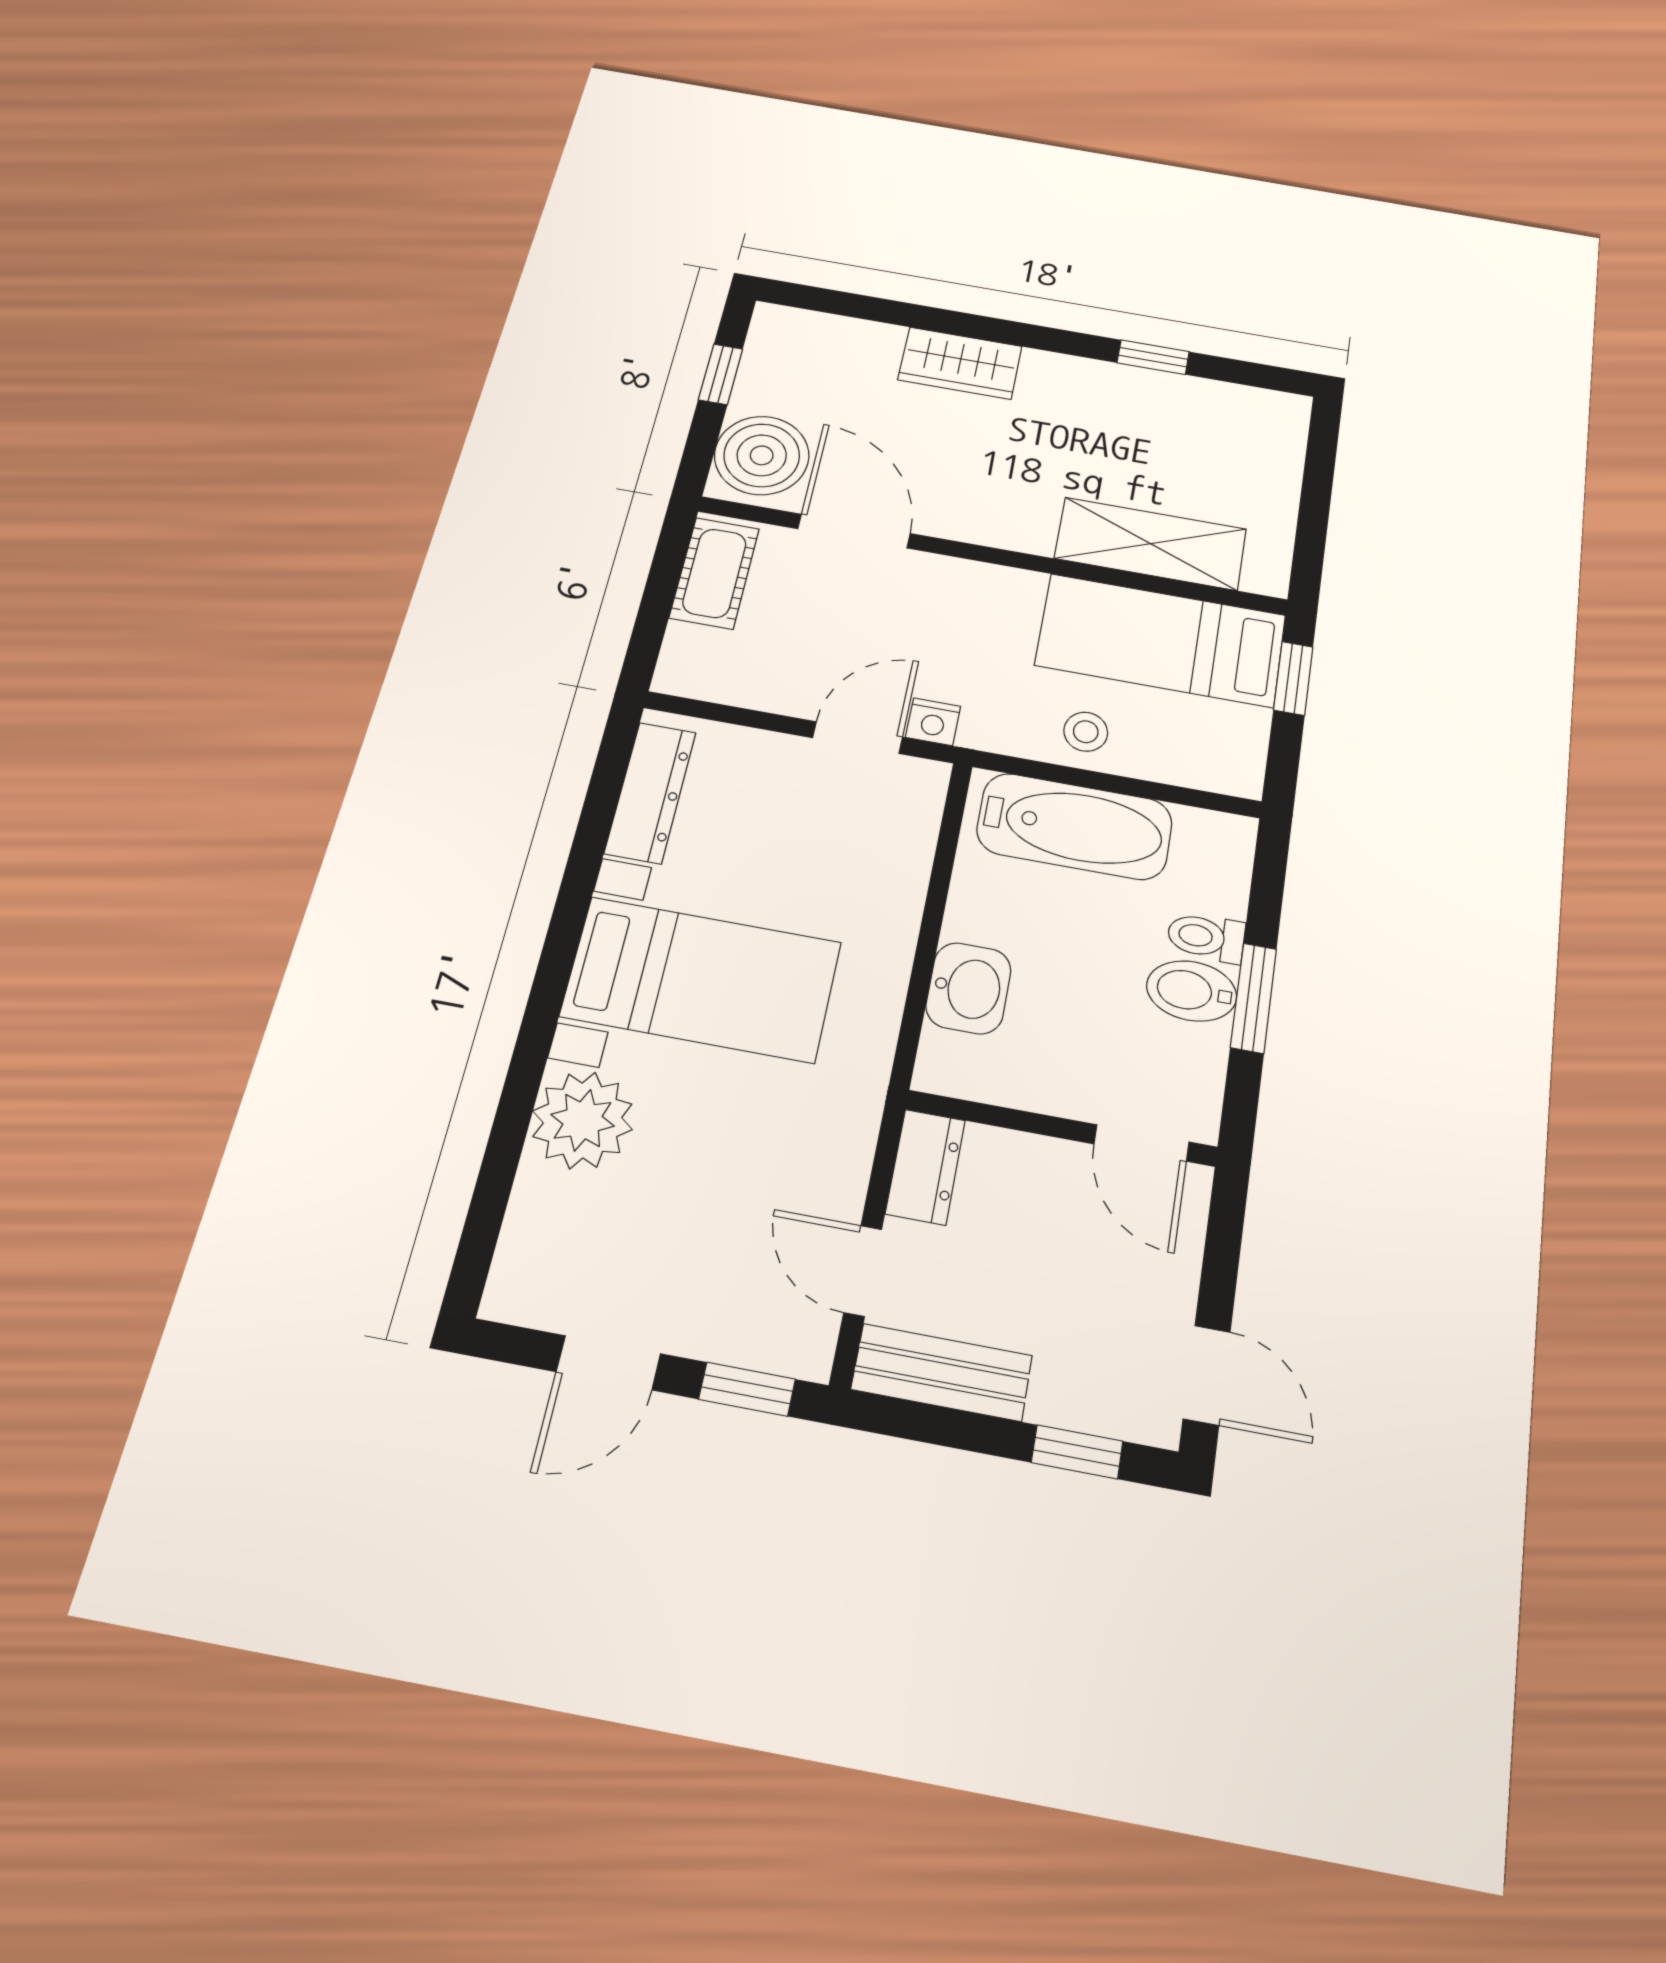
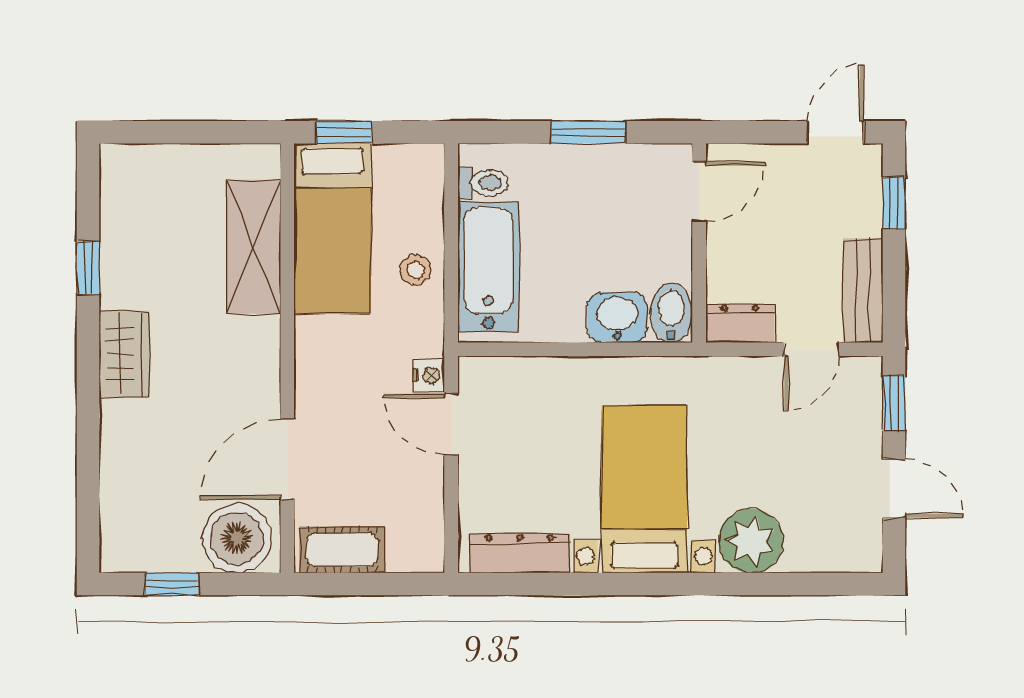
wardrobe: (960, 363) -> (124, 354), moved
toilet: (1206, 937) -> (483, 183), moved, turned -90
bidet: (1192, 991) -> (671, 313), moved, turned 180

